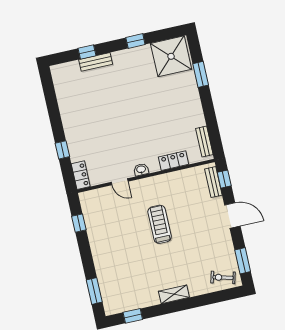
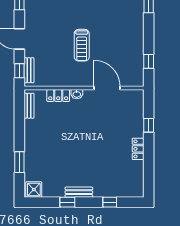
shower: (171, 56) -> (34, 190), width x0.54, depth x0.54
bench: (96, 62) -> (79, 192), moved
washbasin: (141, 170) -> (77, 94), moved
locker: (81, 175) -> (138, 149), moved
door: (120, 182) -> (107, 88), width x1.88

